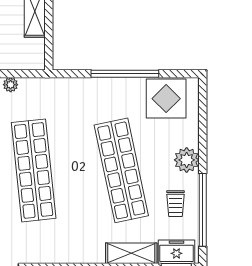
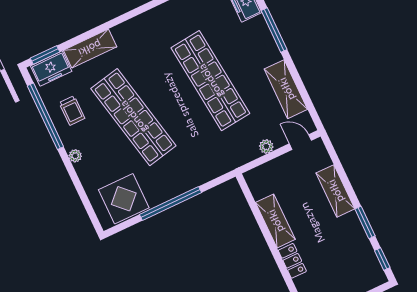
plant: (187, 160) -> (75, 156), width x0.53, depth x0.53
trolley: (176, 204) -> (72, 110), turned 180

